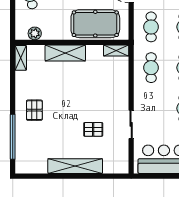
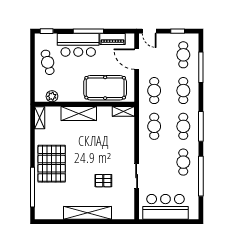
pallet: (34, 110) -> (52, 164), width x2.05, depth x2.00

